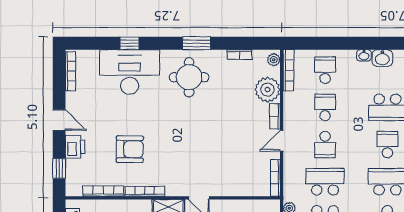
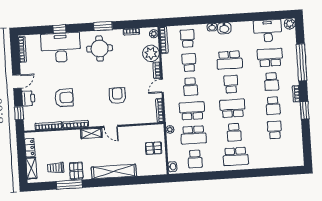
door: (59, 120) -> (17, 82), hinge flipped
armchair: (212, 151) -> (117, 96), added

